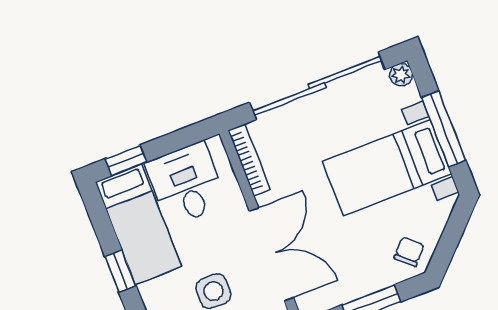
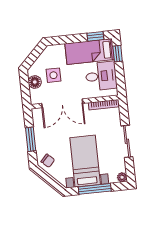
sliding door: (317, 86) -> (127, 141), width x0.54
window: (120, 271) -> (95, 36), moved

